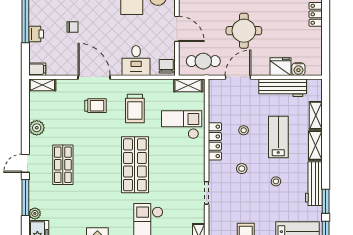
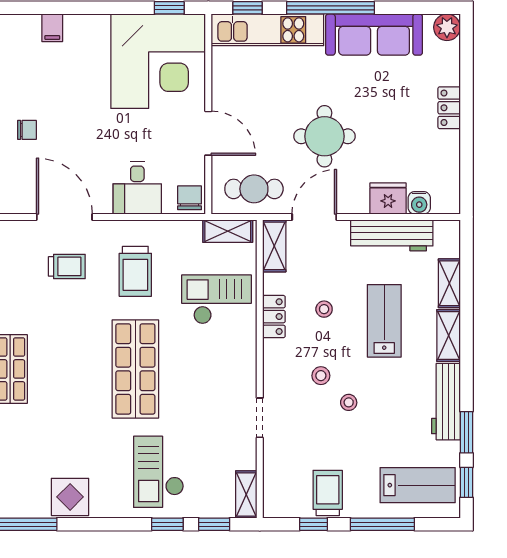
shelving: (215, 94) -> (274, 246), added
locker: (215, 141) -> (274, 317), width x0.66
stool: (276, 181) -> (349, 402), moved

